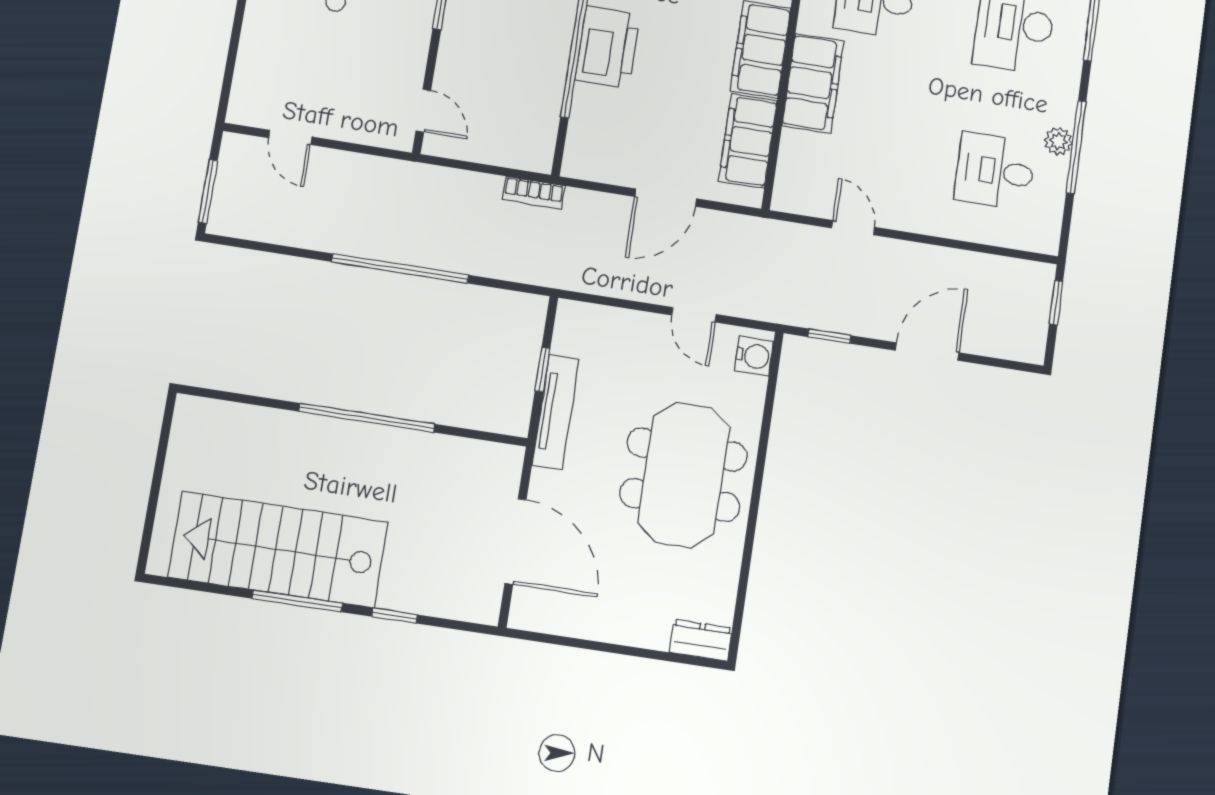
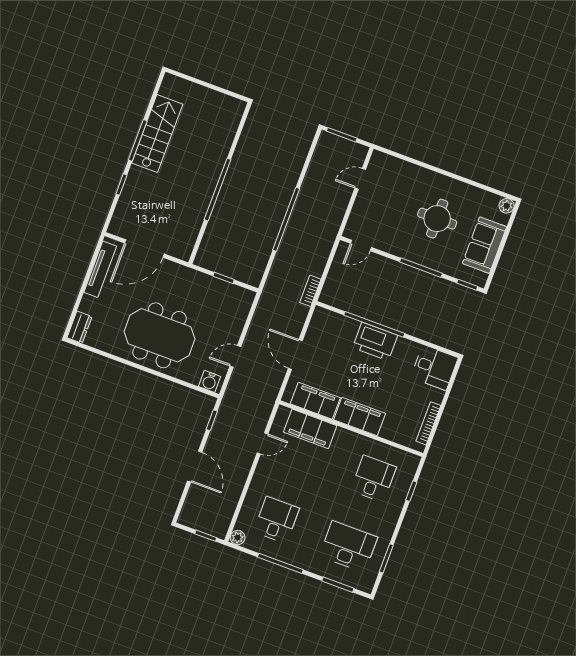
filing cabinet: (813, 83) -> (310, 429), moved
plant: (1058, 141) -> (238, 538), moved
tv unit: (556, 412) -> (100, 269), moved, turned -90
stairs: (278, 550) -> (157, 134), width x0.73, depth x0.66

